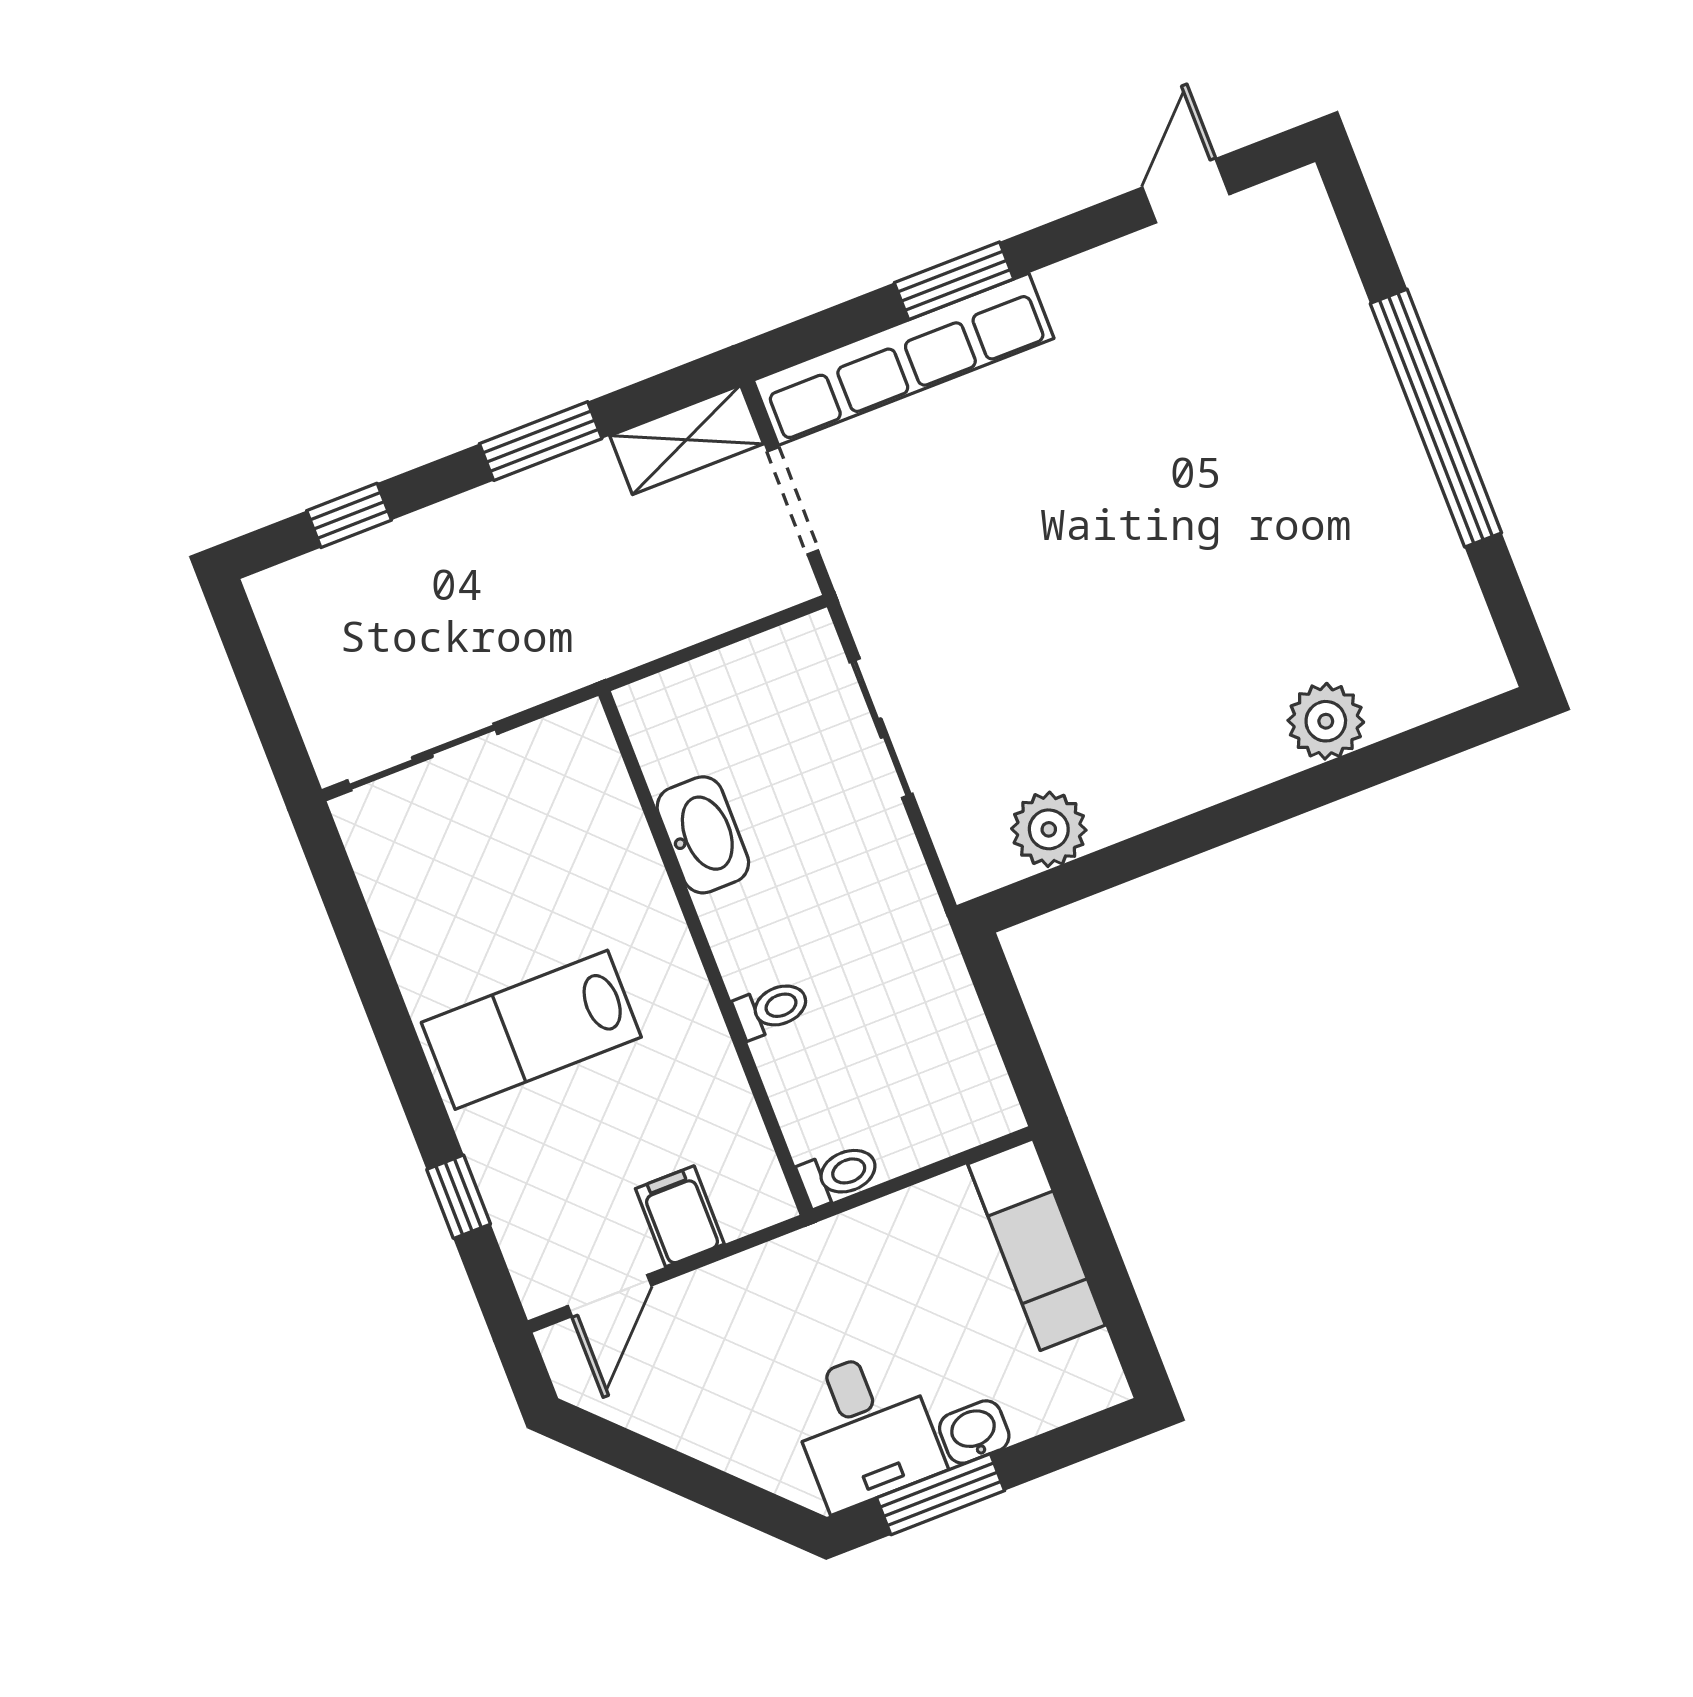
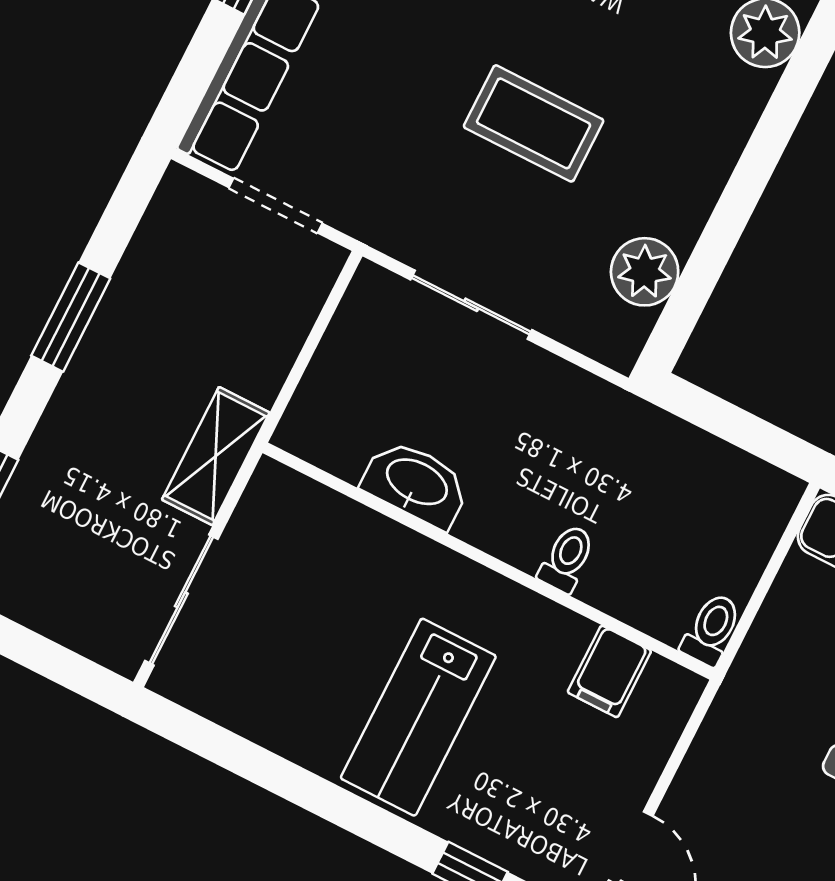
shelving: (687, 440) -> (216, 456), moved
coffee table: (1067, 624) -> (534, 123), added
filing cabinet: (680, 1216) -> (609, 671), moved, turned -90

